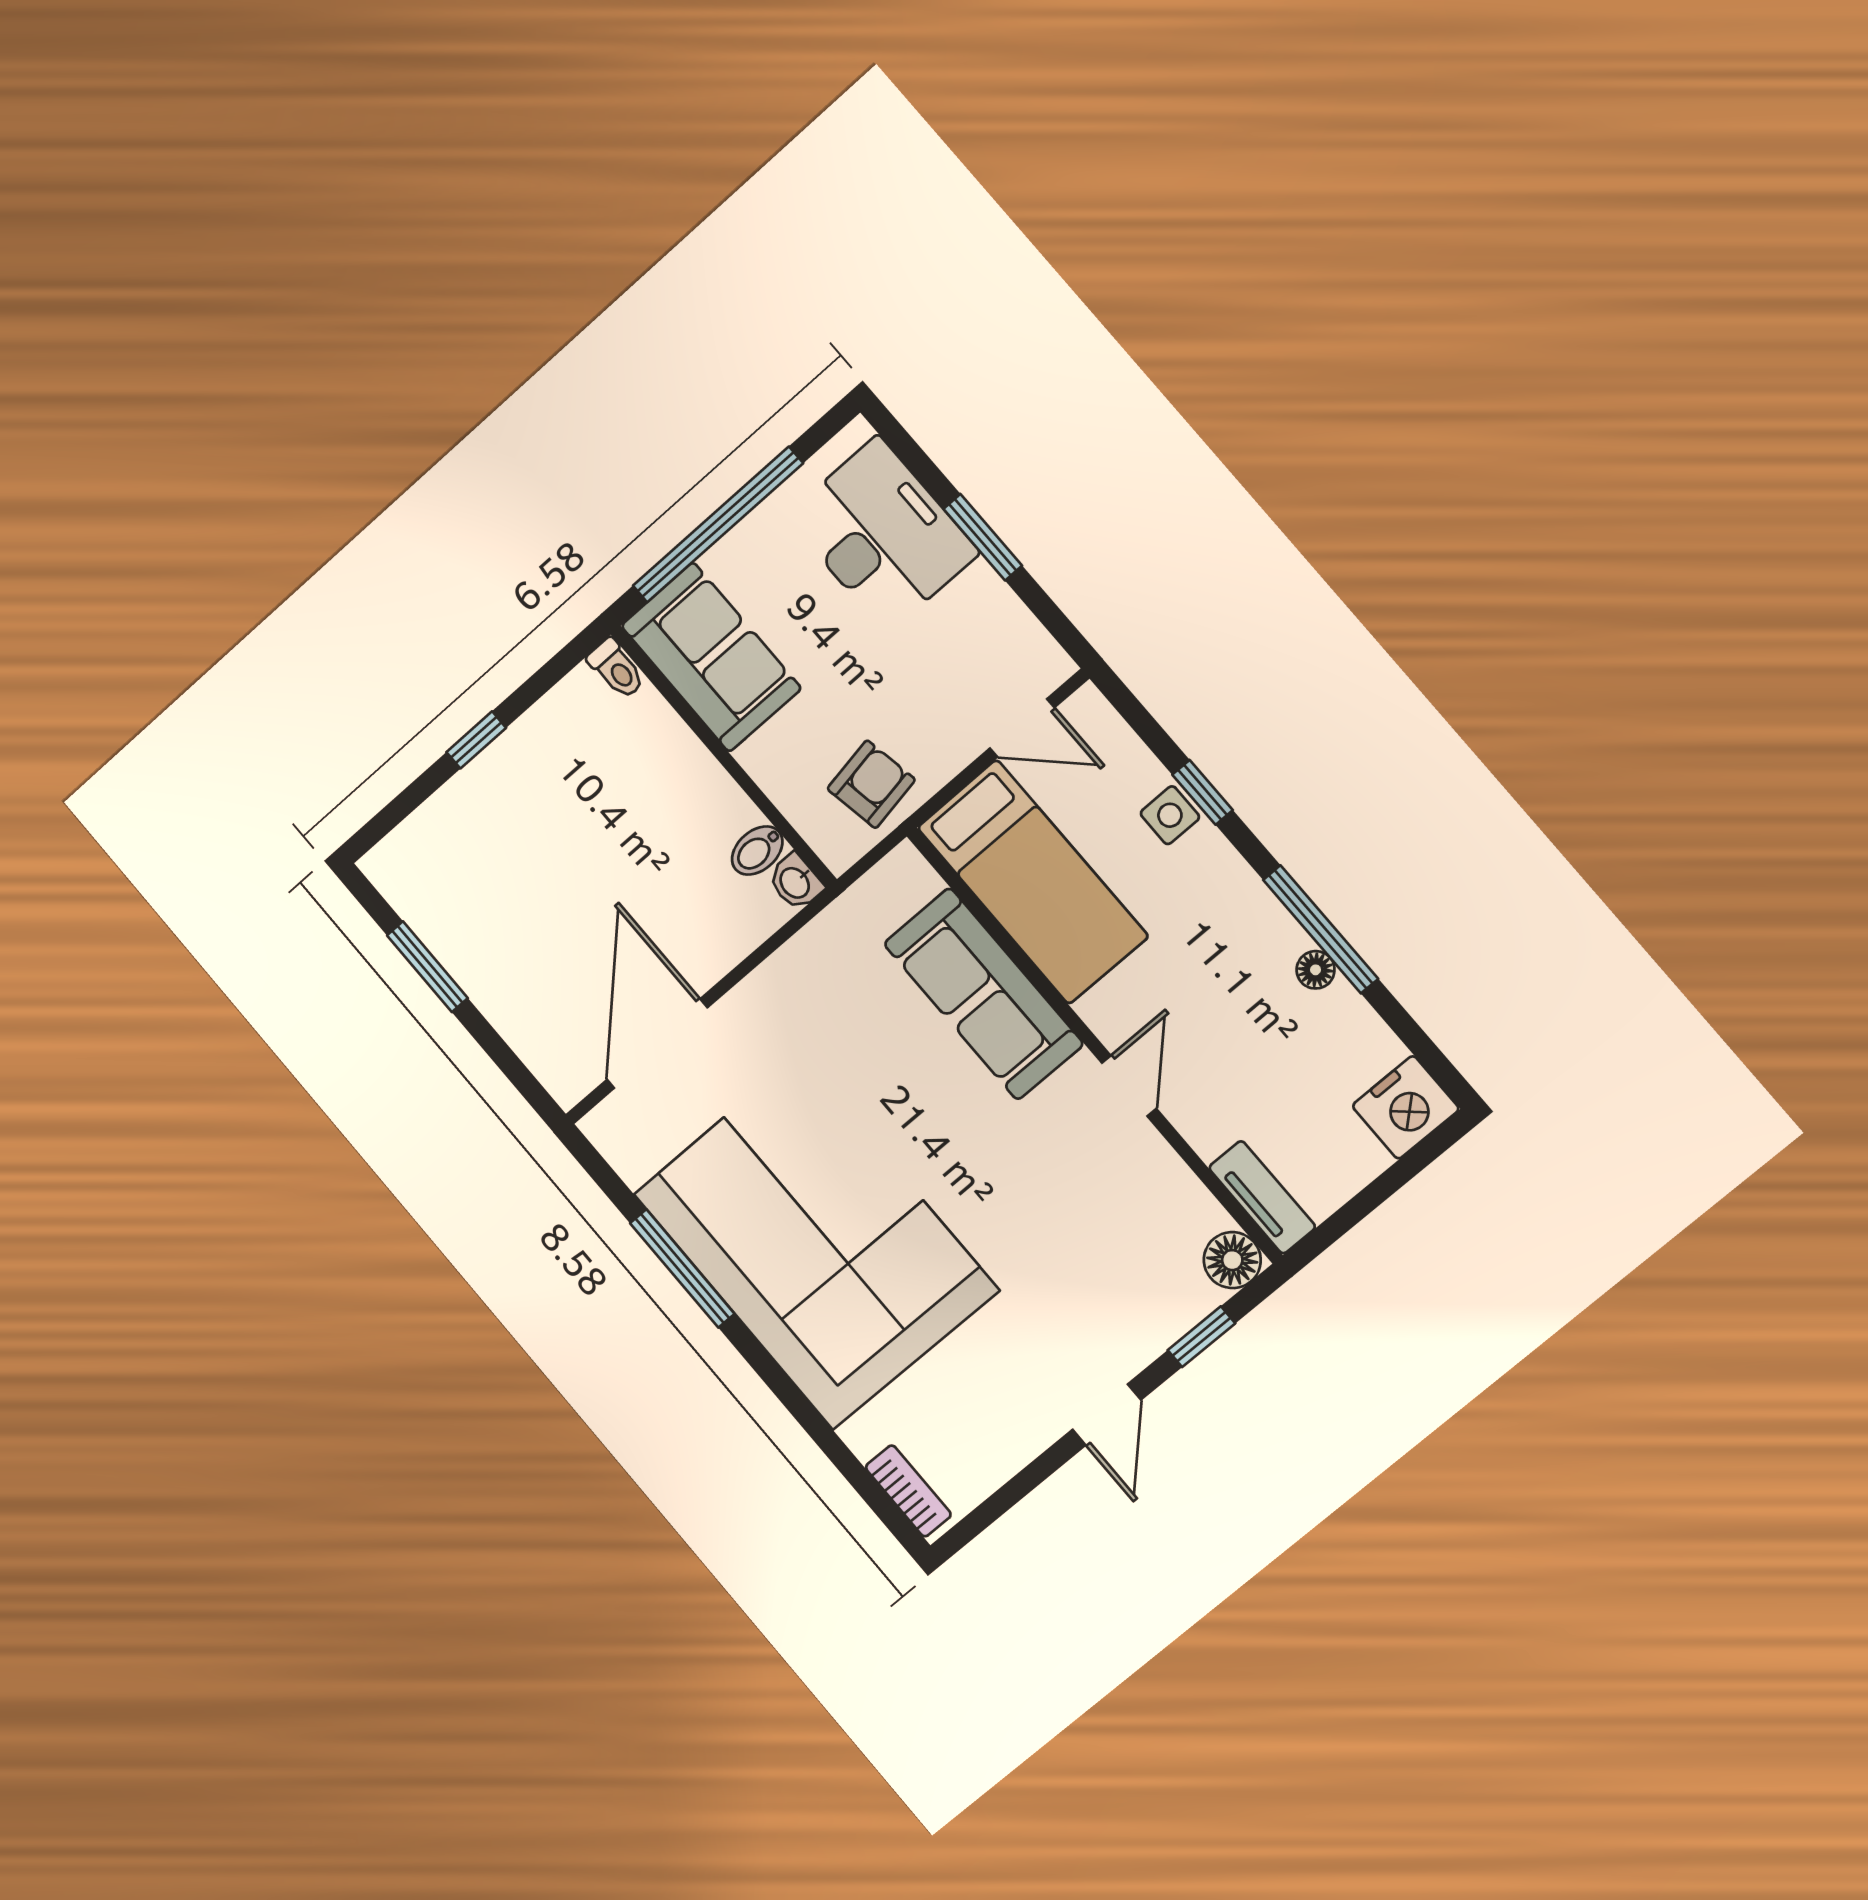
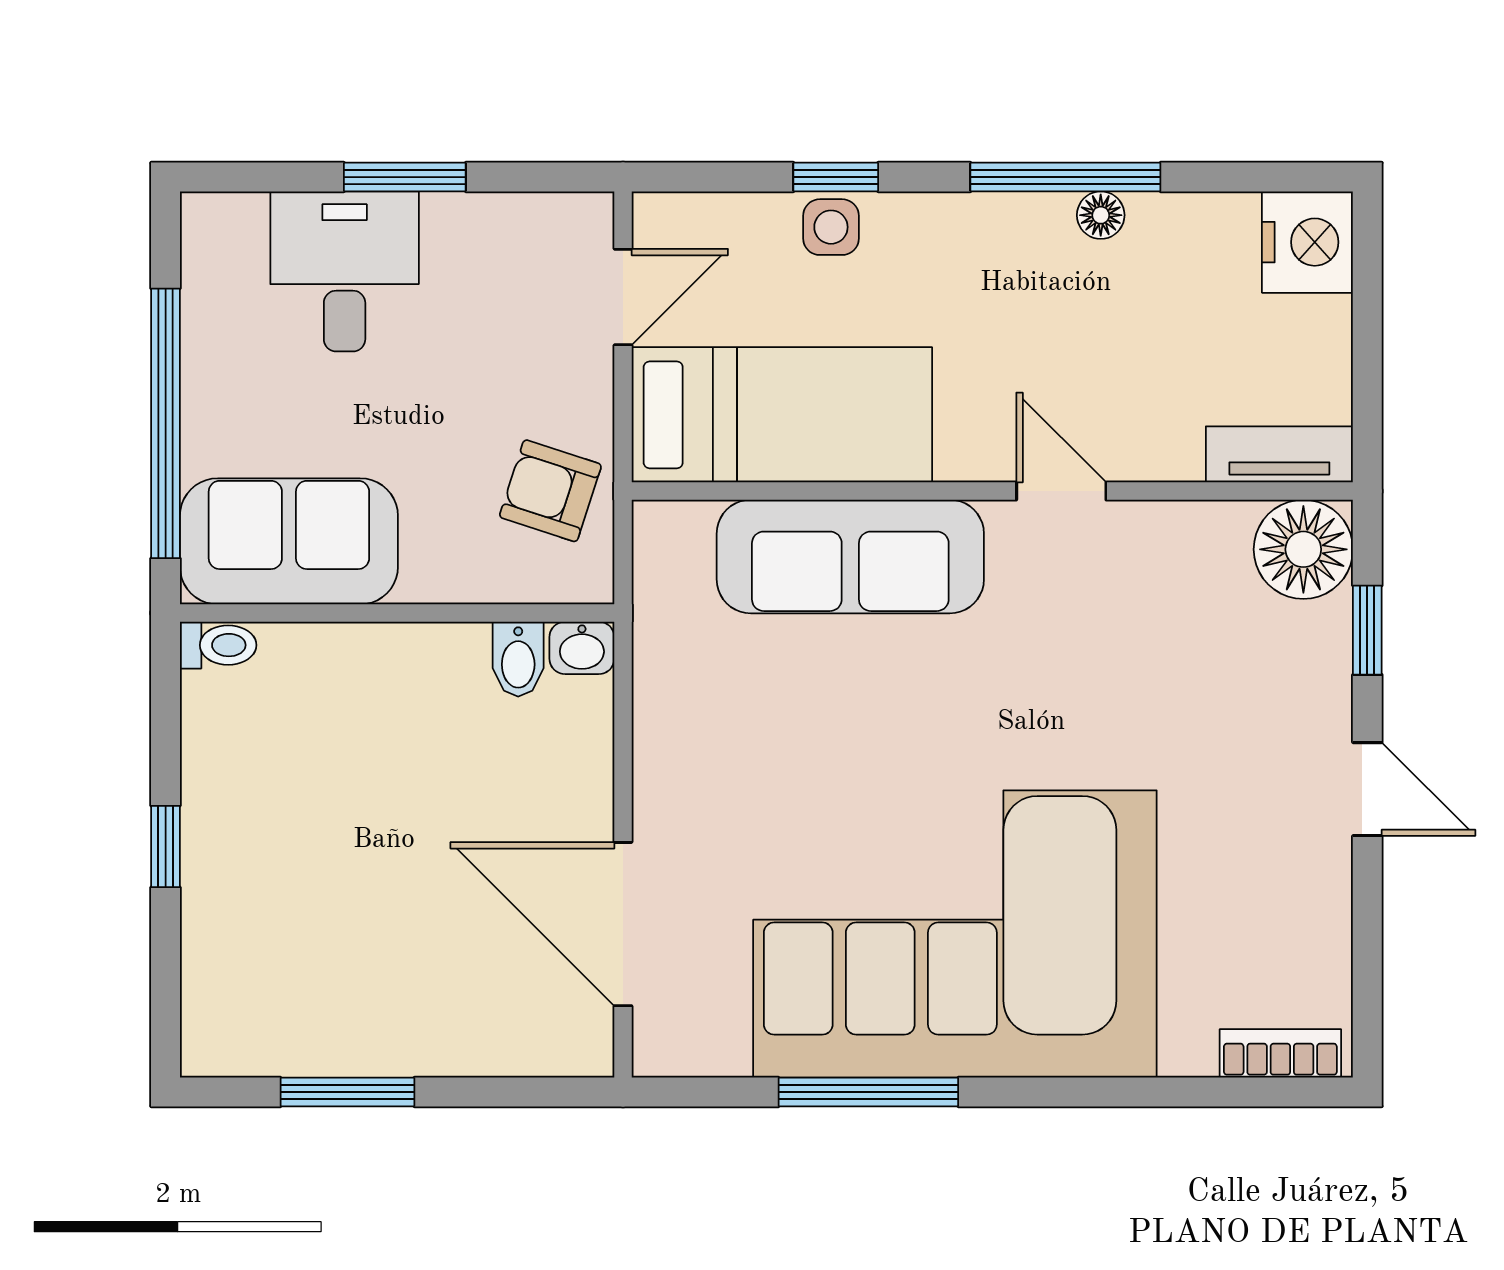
desk: (882, 535) -> (345, 271), width x0.73
armchair: (871, 784) -> (550, 491), turned -62
floor lamp: (1232, 1260) -> (1303, 549), width x1.38, depth x1.38

